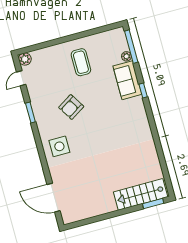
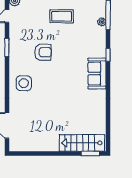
coffee table: (81, 62) -> (62, 16), turned 90
sofa: (127, 80) -> (97, 74), moved
armchair: (71, 107) -> (43, 52), turned -148

